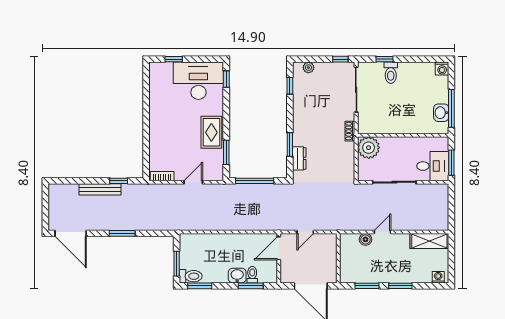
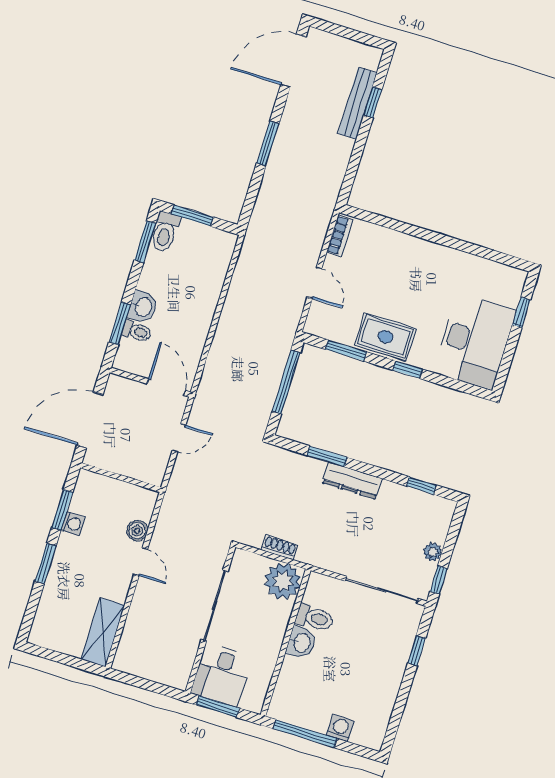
plant: (308, 68) -> (433, 552), moved
washing machine: (442, 69) -> (340, 728), moved, turned 90
toilet: (391, 73) -> (315, 618), moved, turned 180
window: (226, 79) -> (408, 370), moved
washbasin: (441, 113) -> (301, 643), moved, turned 90
shoe rack: (350, 131) -> (279, 547), moved
dresser: (299, 158) -> (352, 481), moved, width x1.44
window: (119, 181) -> (373, 102), moved
bench: (100, 189) -> (357, 103), moved
door: (305, 232) -> (179, 438), swing flipped
washing machine: (438, 277) -> (73, 524), moved

